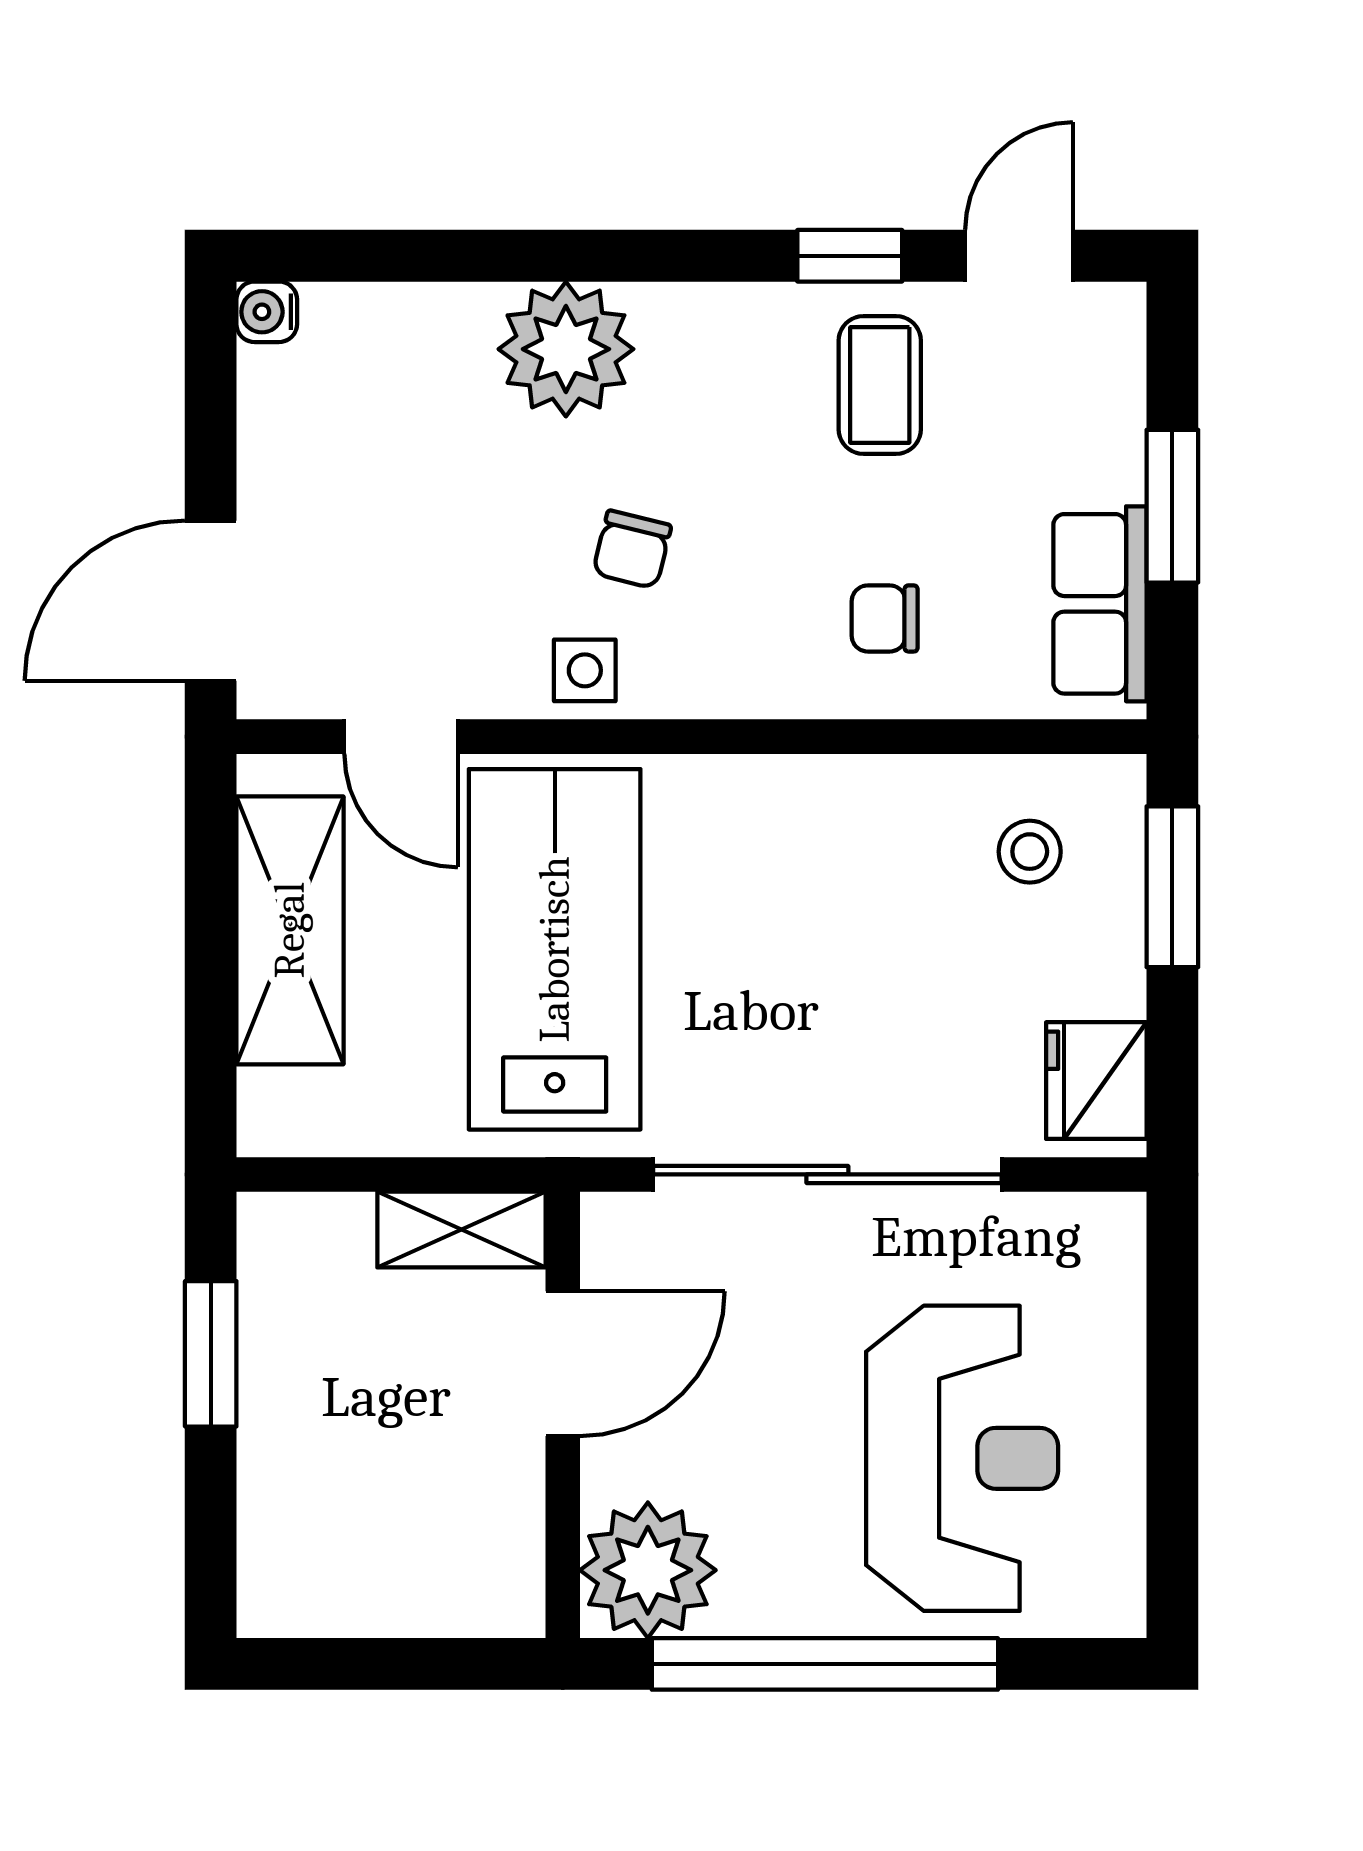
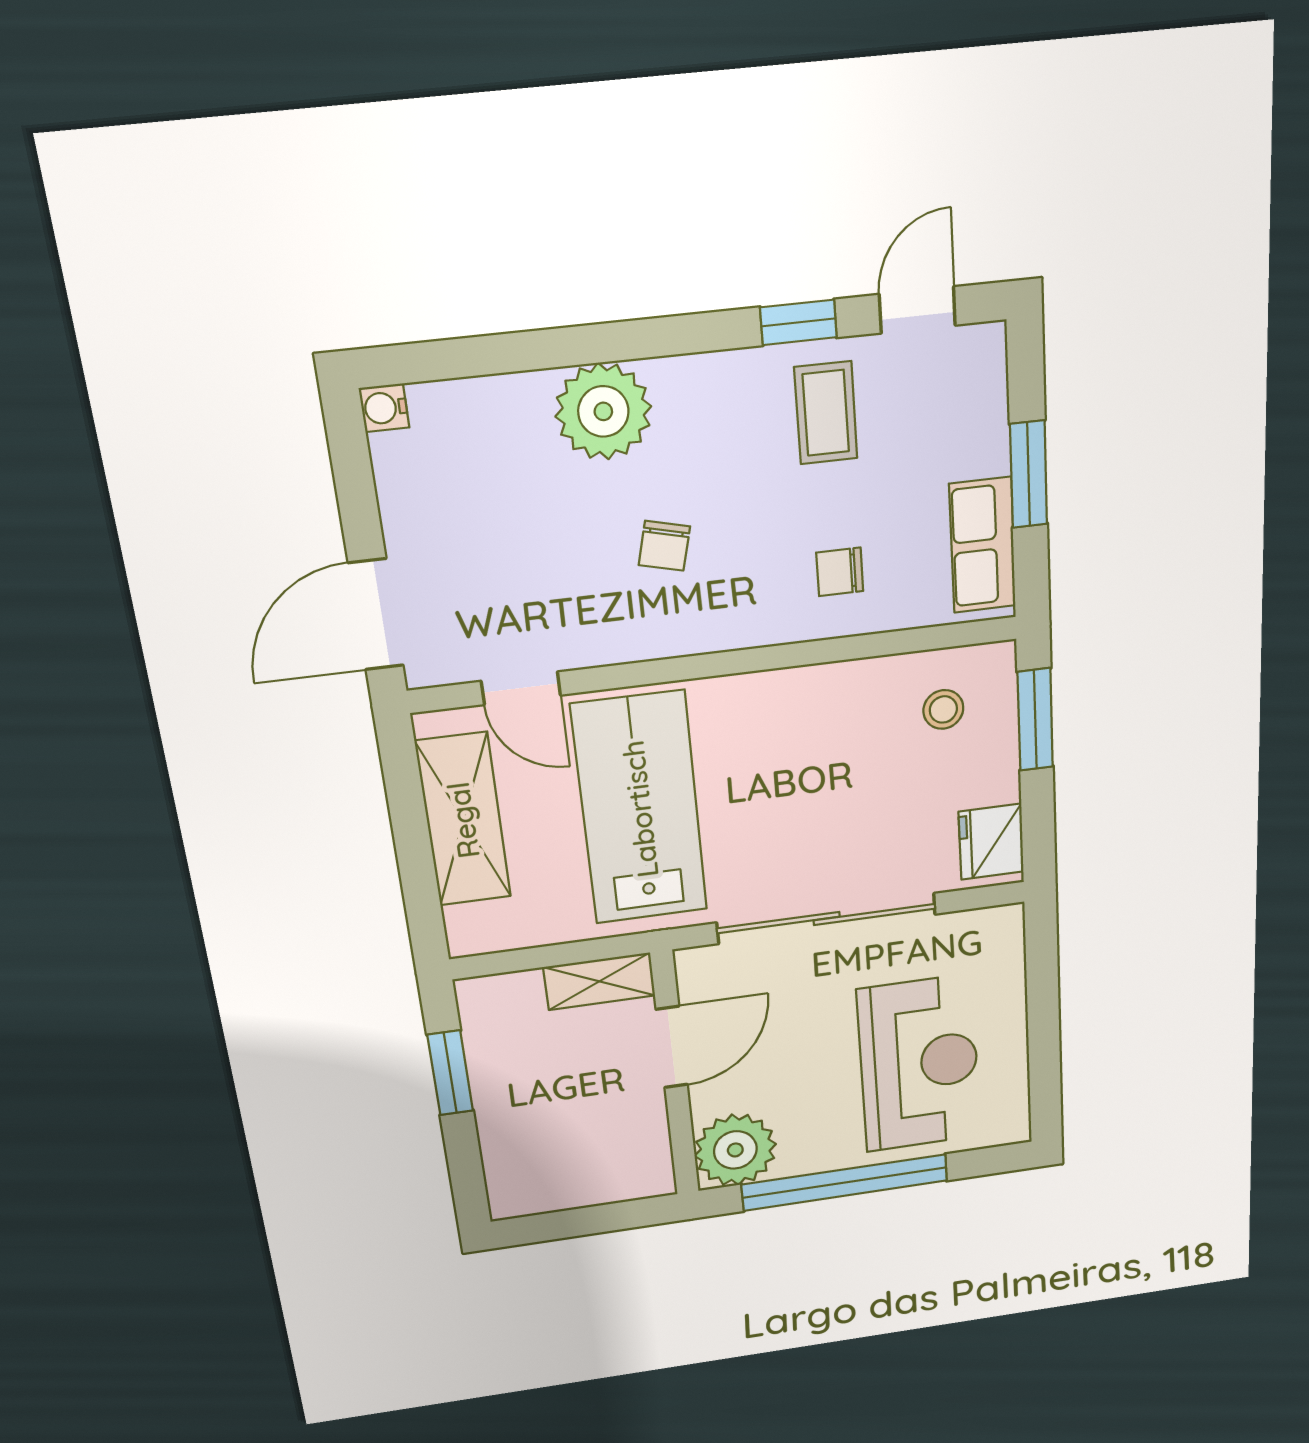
side table: (585, 670) -> (641, 630), removed

